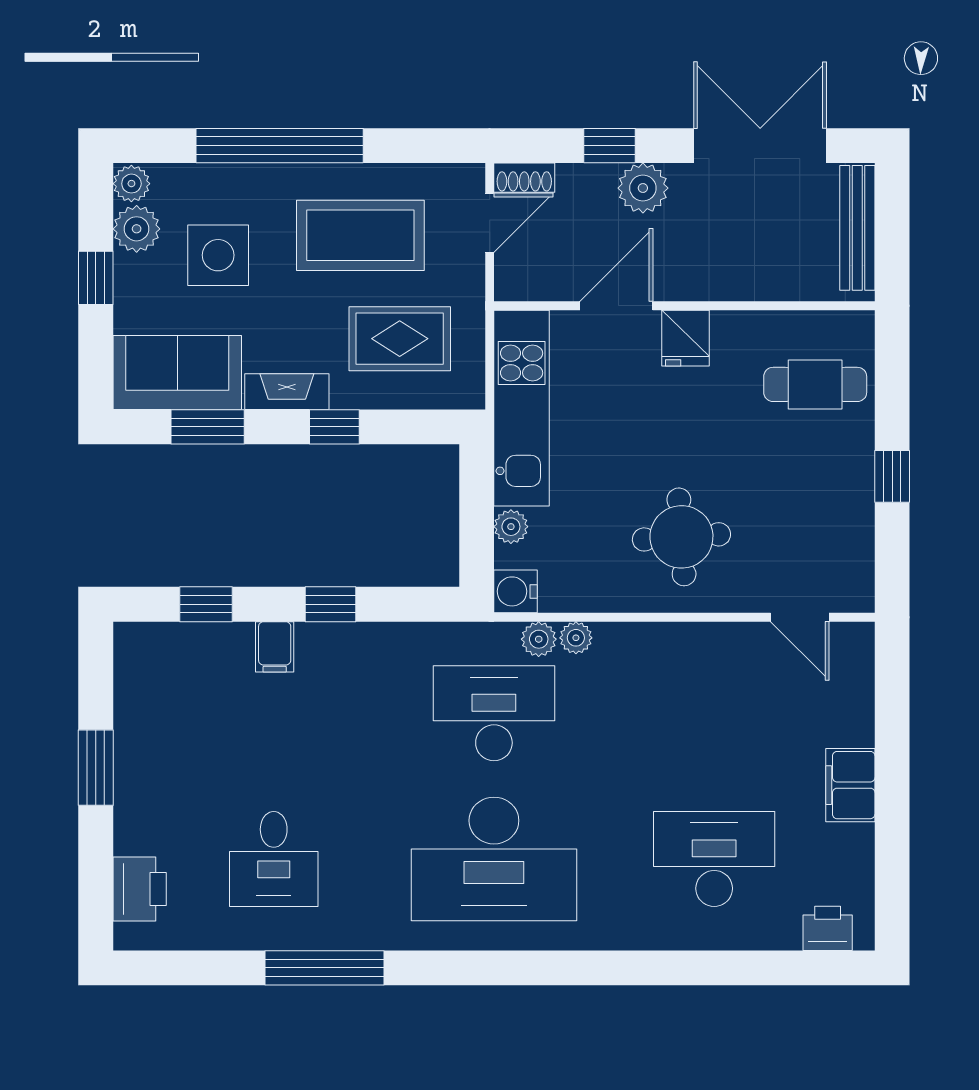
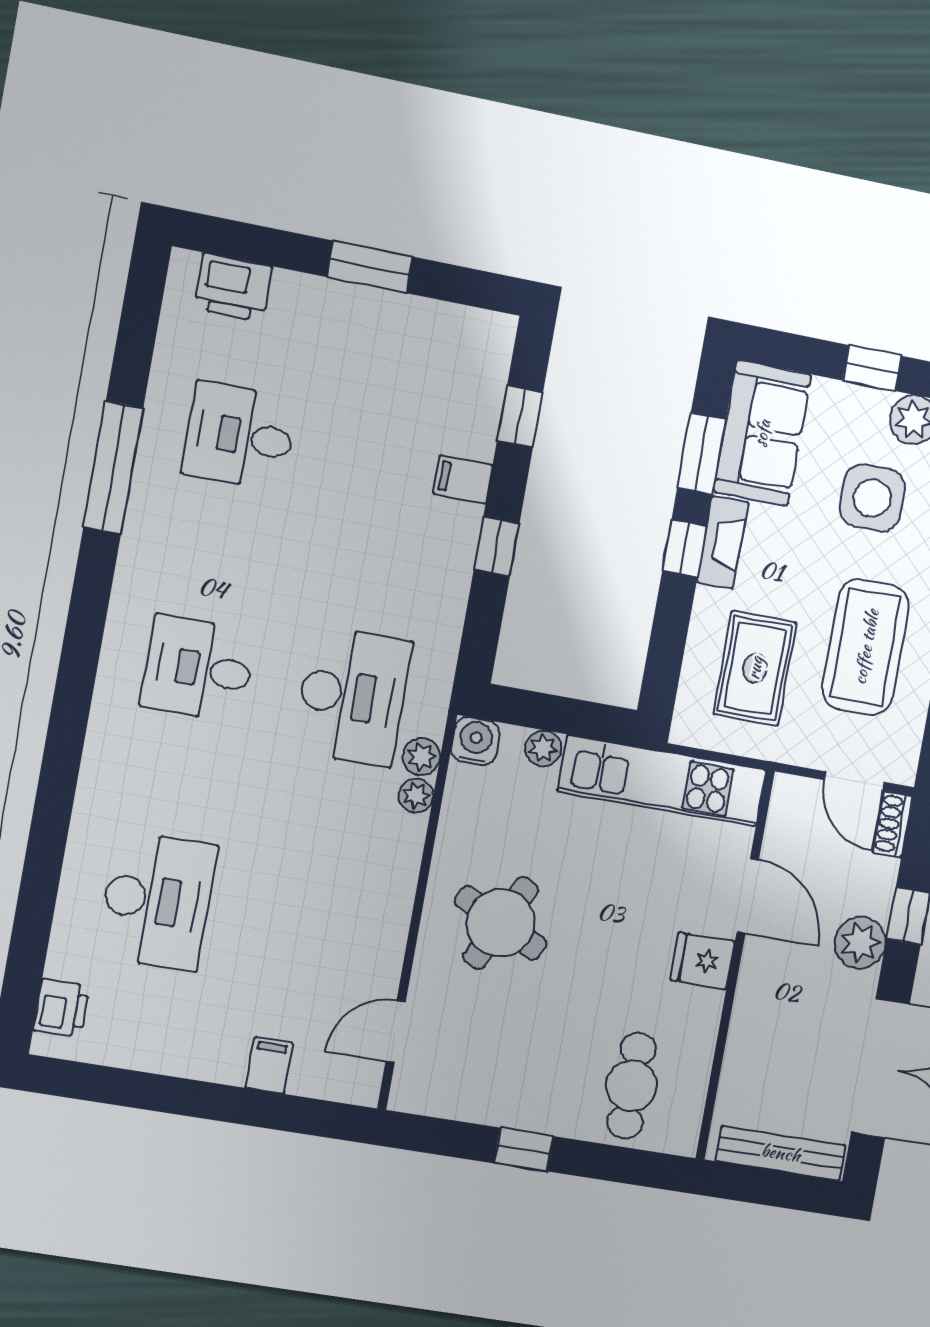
window: (334, 427) -> (684, 548), moved
round table: (681, 537) -> (501, 923), turned 30
filing cabinet: (850, 785) -> (269, 1065), moved, width x0.50
desk: (494, 859) -> (198, 669), width x0.53, depth x0.77

